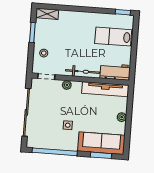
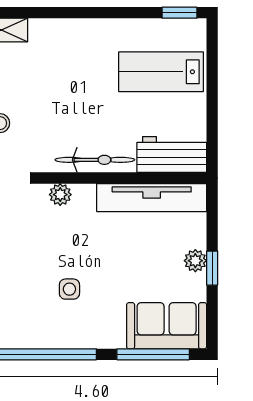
window: (129, 121) -> (212, 268), added
sofa: (101, 143) -> (167, 326), width x0.73
window: (101, 155) -> (153, 354), width x1.44

